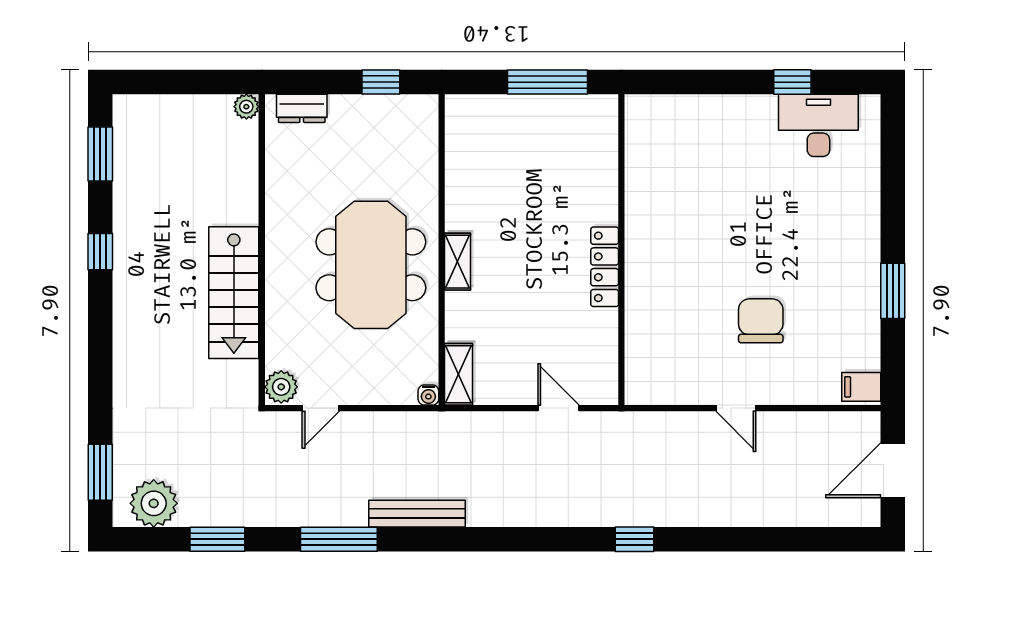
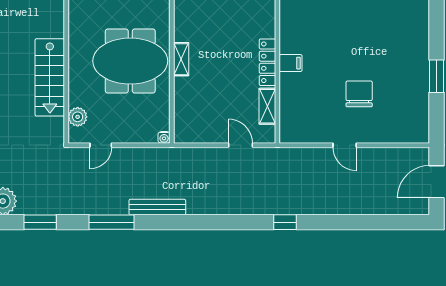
meeting table: (371, 265) -> (130, 61), turned 90
shelving: (459, 374) -> (267, 106), moved
plant: (281, 387) -> (78, 117), moved
filing cabinet: (861, 387) -> (291, 63), moved, turned 180

